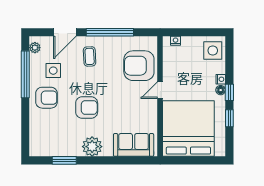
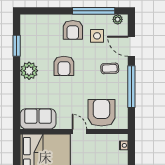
sofa: (134, 145) -> (38, 119), moved, turned -90

